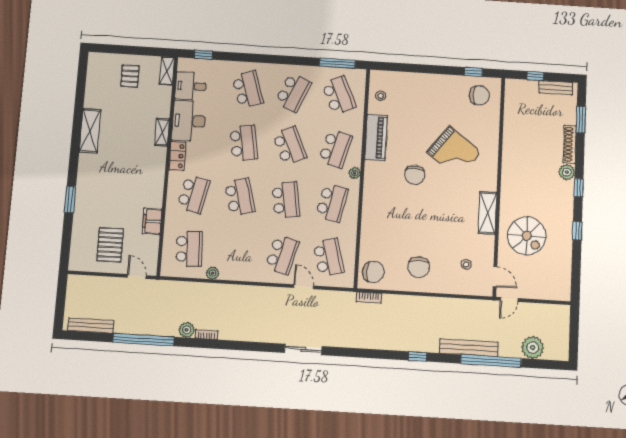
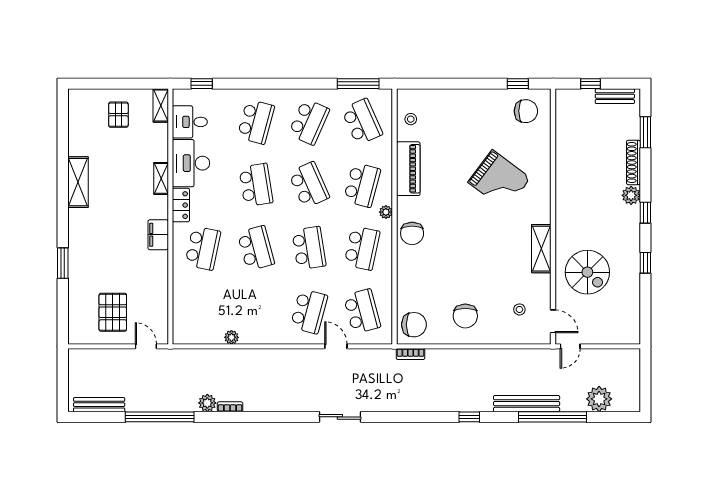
school desk: (248, 90) -> (256, 122), turned 33
chair: (415, 175) -> (412, 233), moved
filing cabinet: (152, 221) -> (158, 235), moved
school desk: (189, 249) -> (203, 311), removed

